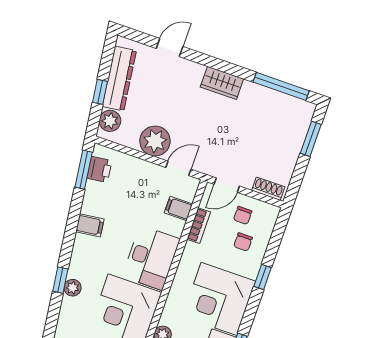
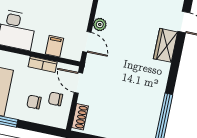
wardrobe: (222, 83) -> (166, 45), moved
plant: (155, 141) -> (100, 24), width x0.53, depth x0.53

